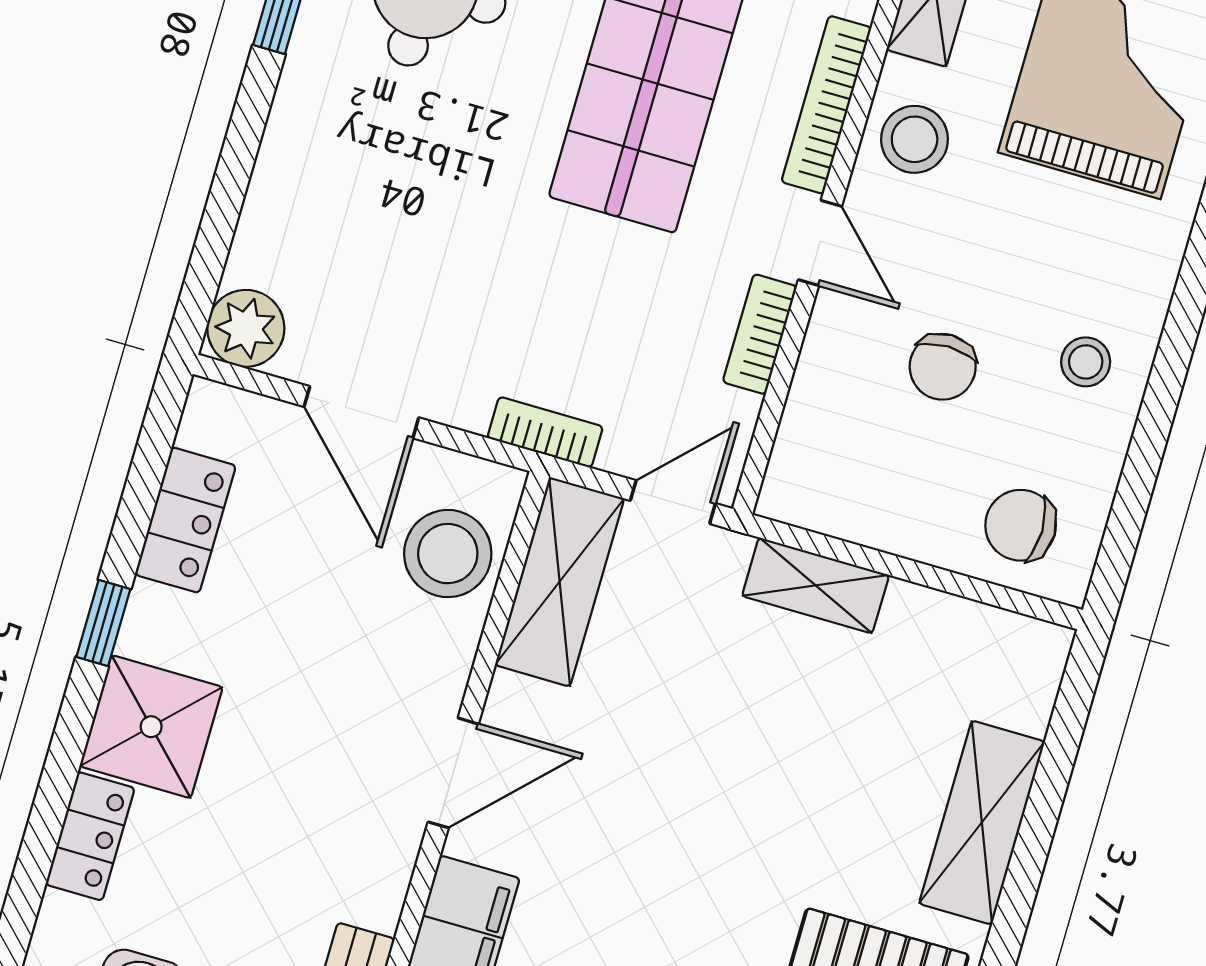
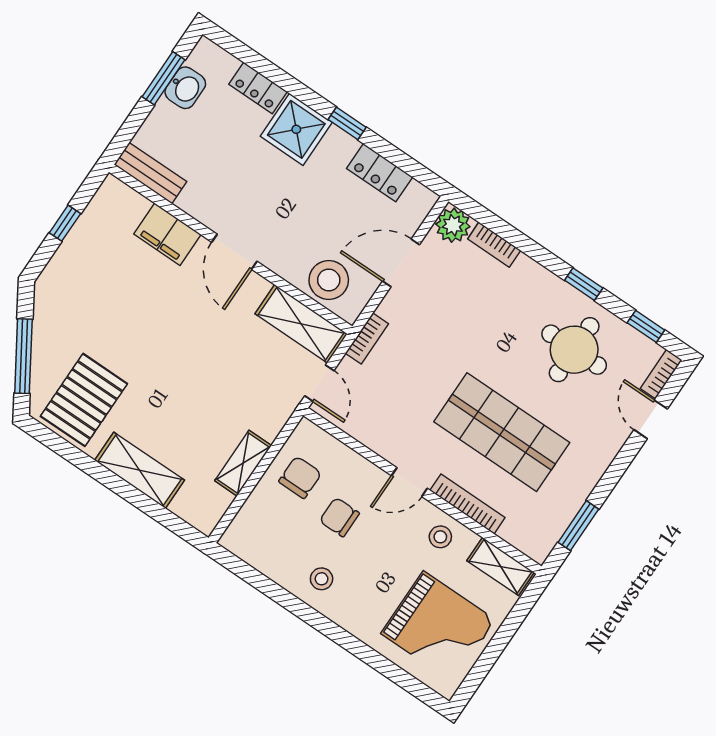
stool: (915, 139) -> (440, 537), width x0.73, depth x0.73
bookcase: (760, 334) -> (494, 245), moved, turned 180
chair: (1021, 525) -> (300, 477), moved
shelving: (816, 585) -> (243, 463), moved

